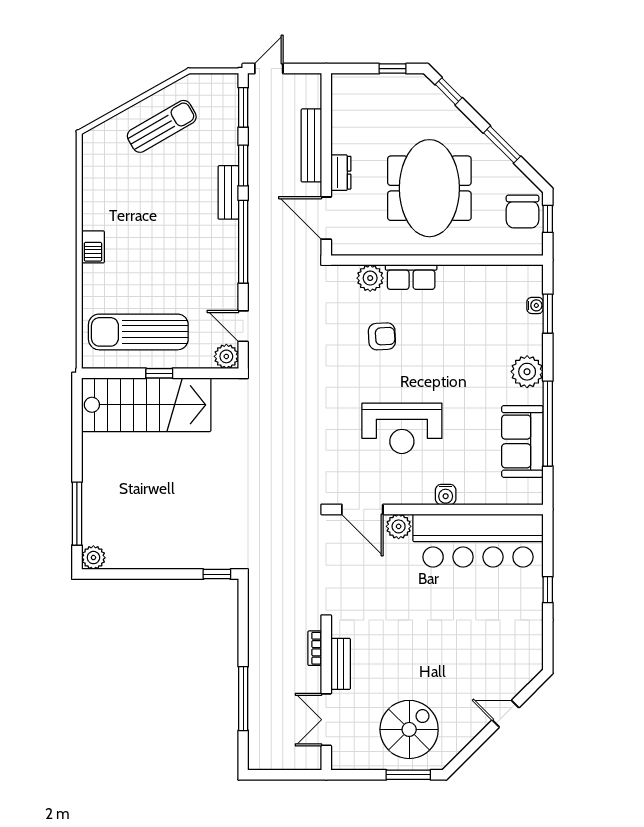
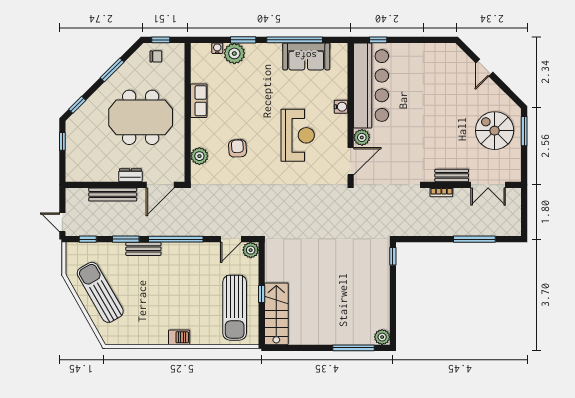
window: (243, 107) -> (88, 239), width x0.67
sun lounger: (162, 126) -> (100, 292), width x1.36, depth x1.34
chair: (523, 212) -> (156, 56), width x0.54, depth x0.54
row of seats: (411, 277) -> (199, 101), moved
window: (548, 314) -> (243, 40), moved
plant: (527, 372) -> (234, 53), moved
stairs: (146, 405) -> (276, 314), width x0.73, depth x0.66
window: (548, 590) -> (378, 40), moved

